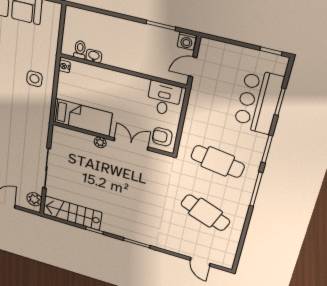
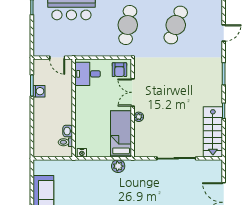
washing machine: (187, 41) -> (39, 91), moved
side table: (34, 79) -> (99, 176), removed
plant: (34, 199) -> (118, 166), moved
door: (200, 262) -> (224, 33), moved

